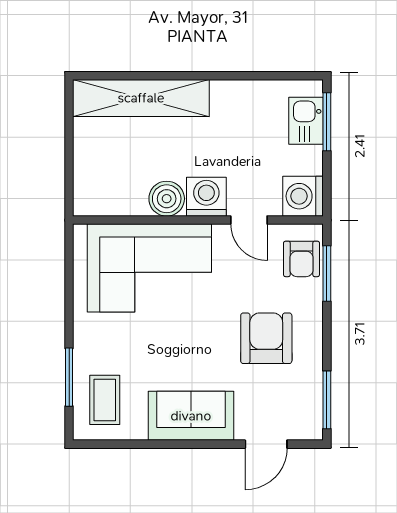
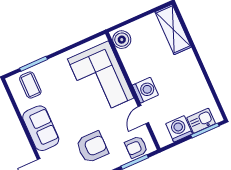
shelving: (141, 98) -> (173, 29), width x0.68
washing machine: (303, 196) -> (179, 129), moved
boiler: (167, 199) -> (122, 40), moved
coffee table: (105, 400) -> (30, 85), turned 90

